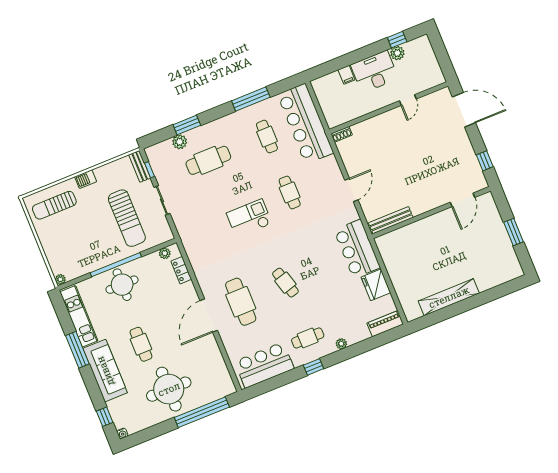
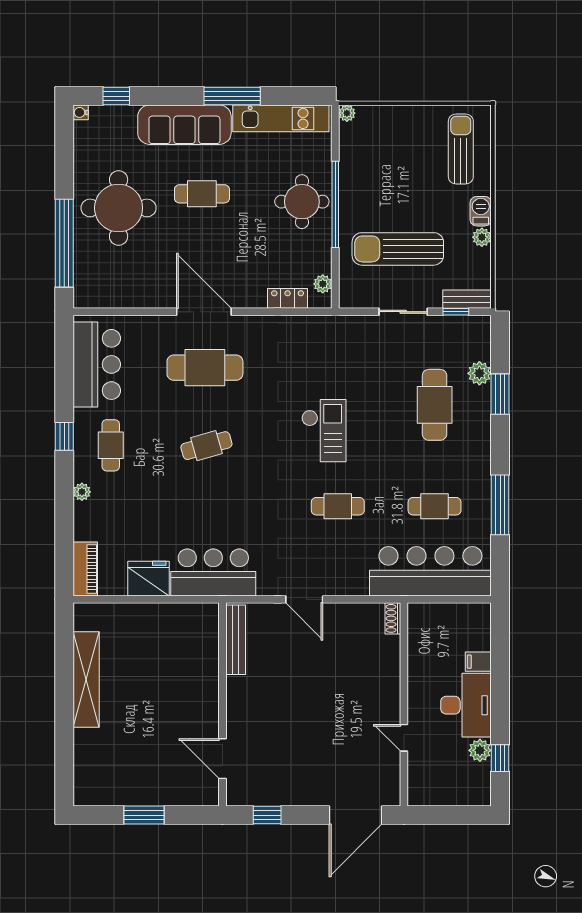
plant: (100, 172) -> (482, 237), added

